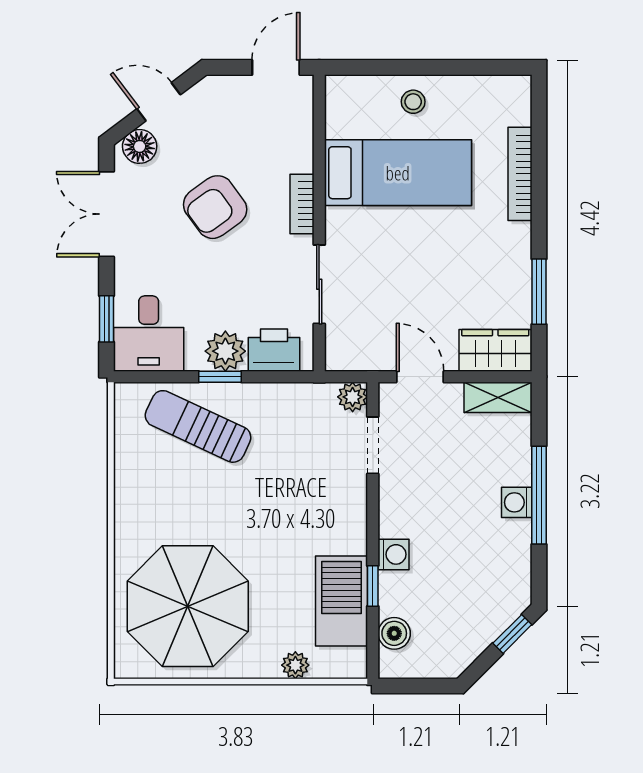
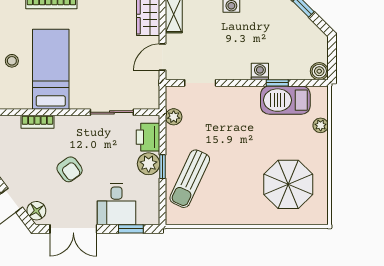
bookcase: (302, 204) -> (37, 122), moved
armchair: (215, 207) -> (70, 169), width x0.72, depth x0.72
desk: (149, 333) -> (117, 204), moved, turned 90
plant: (353, 397) -> (174, 117), moved
parasol: (188, 606) -> (288, 184), width x0.73, depth x0.73
boiler: (394, 633) -> (319, 71), moved

